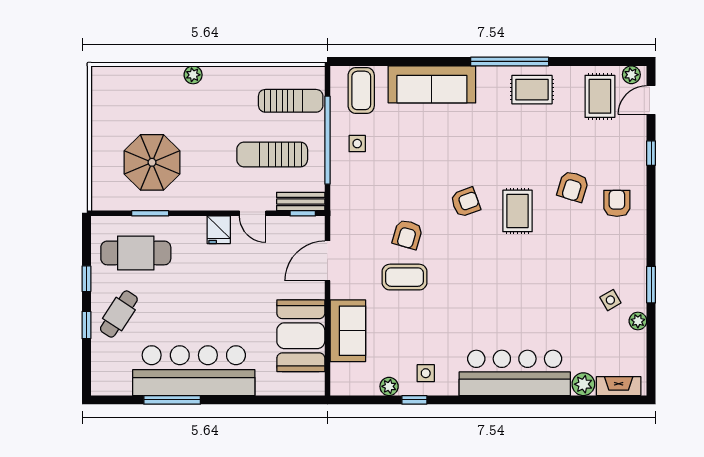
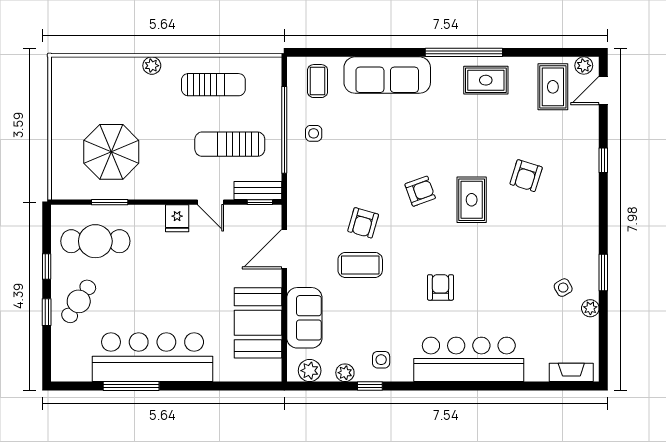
coffee table: (361, 90) -> (318, 81), width x0.73, depth x0.77
sun lounger: (291, 101) -> (213, 85), moved
window: (651, 153) -> (603, 160), moved
armchair: (617, 203) -> (440, 287), moved
plant: (583, 384) -> (310, 371), moved

